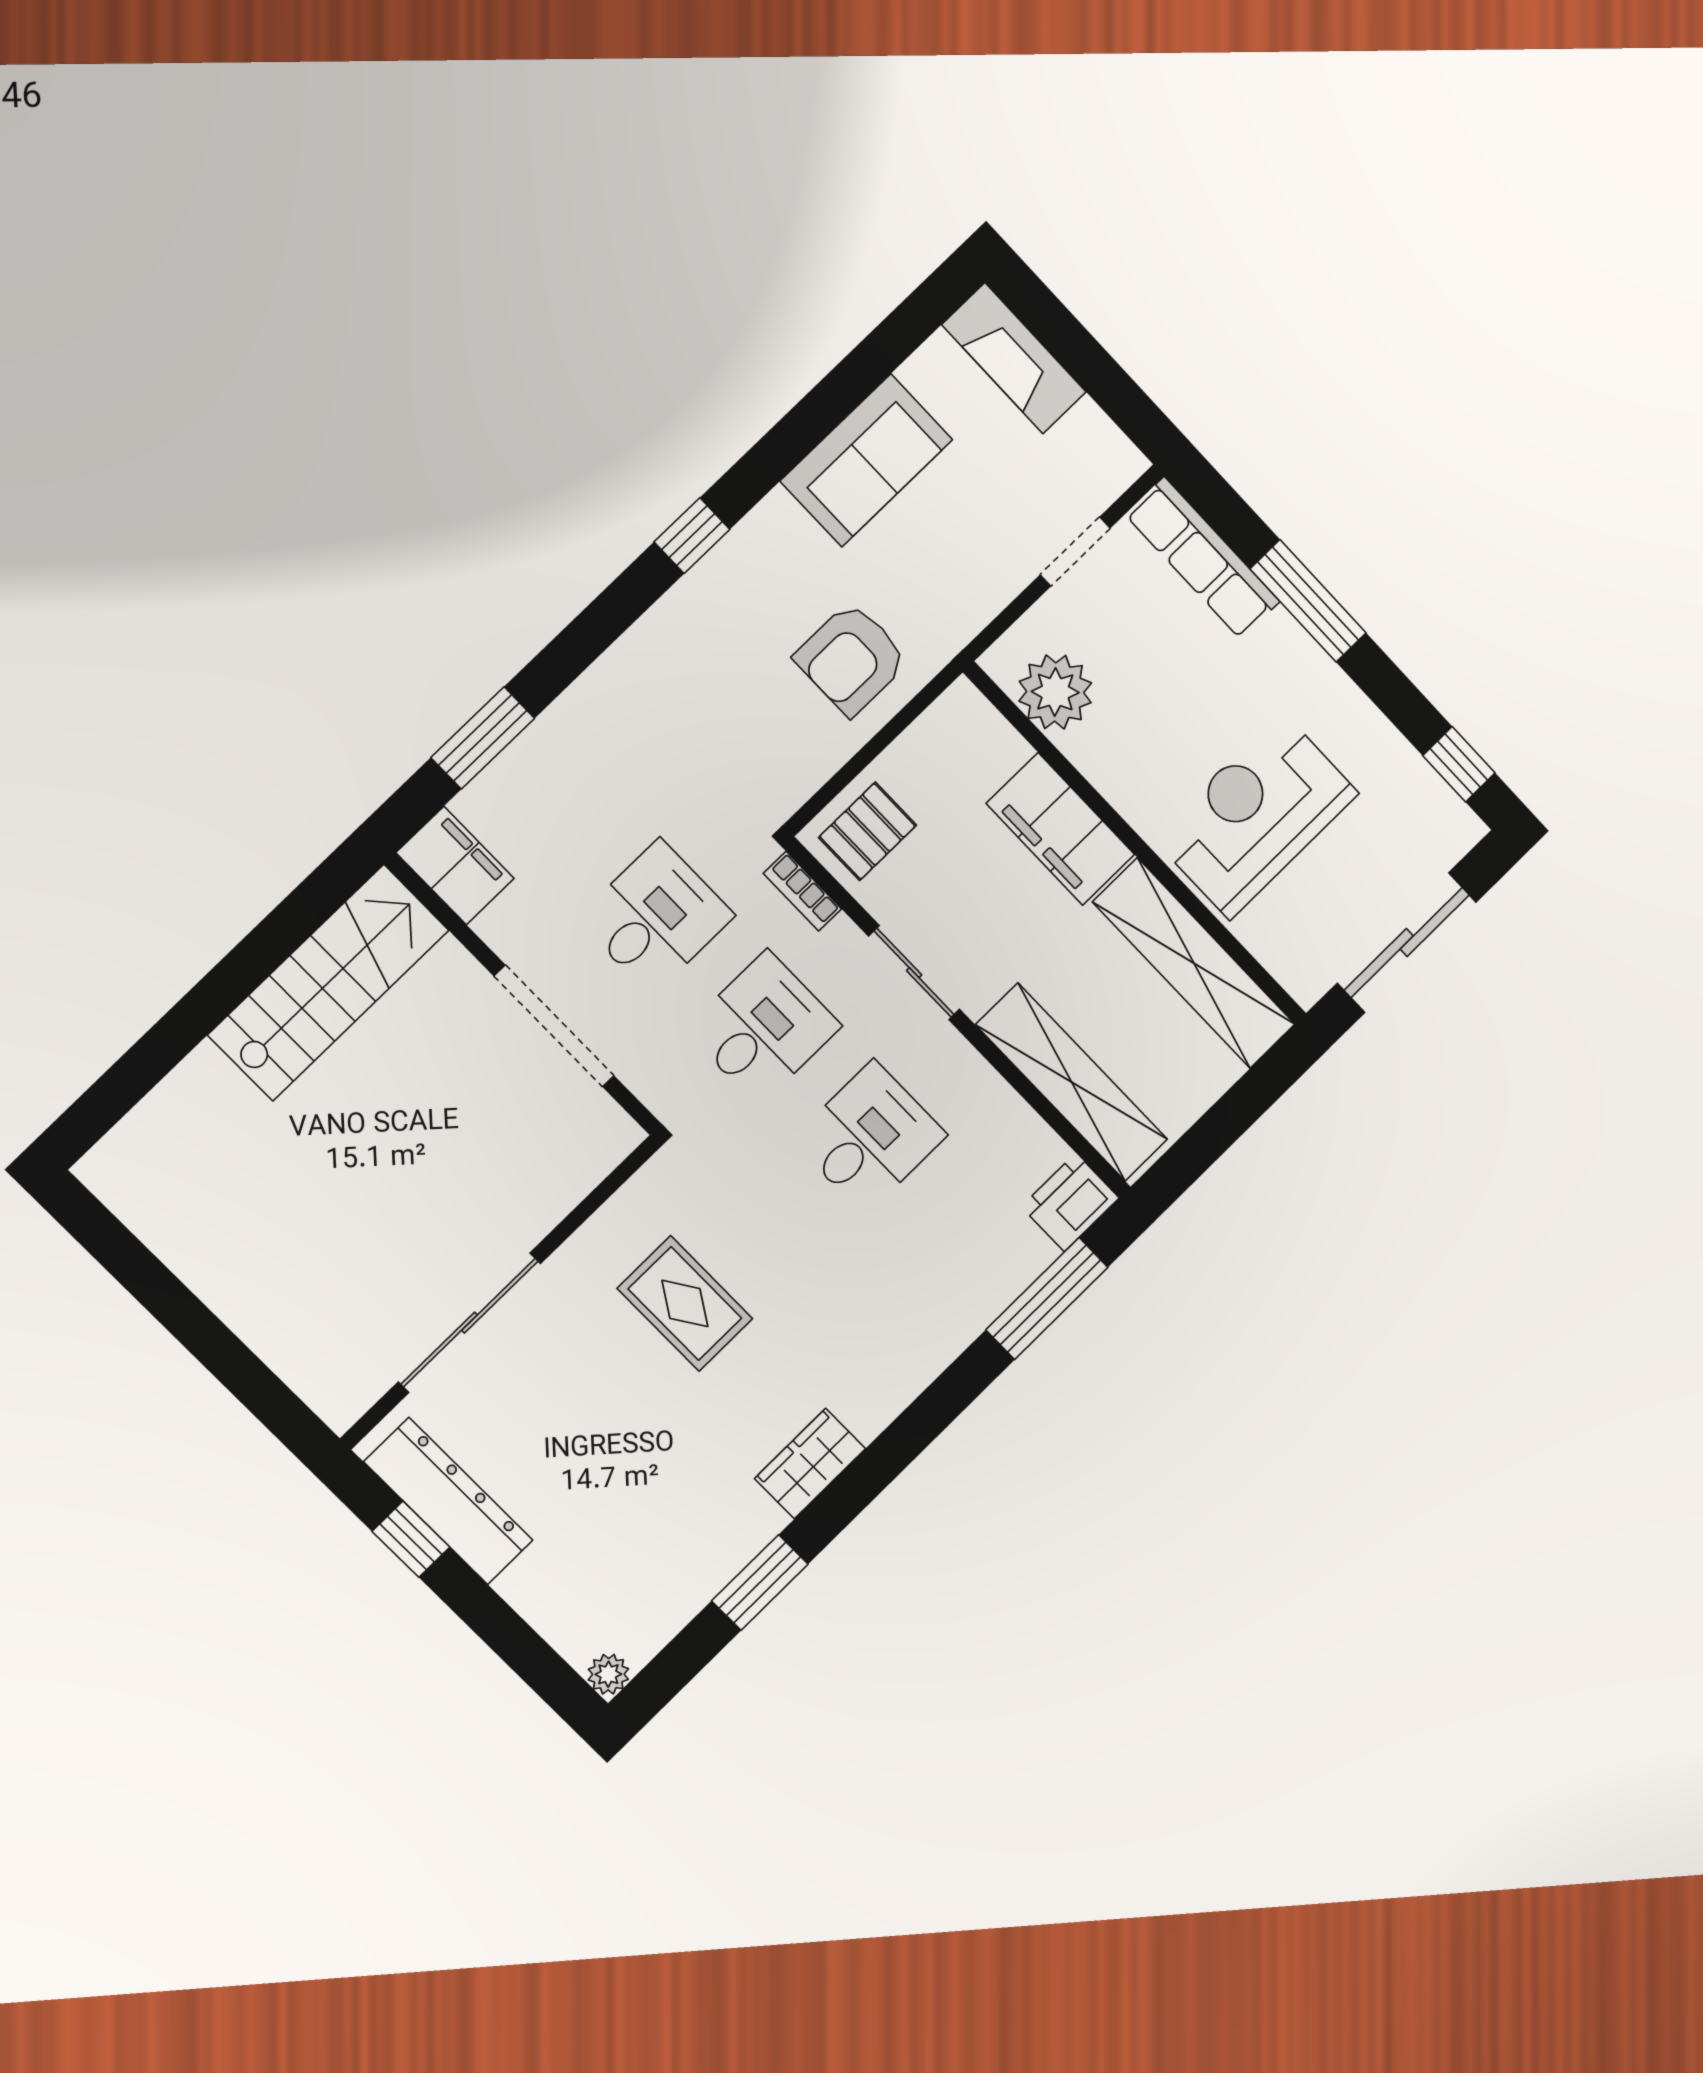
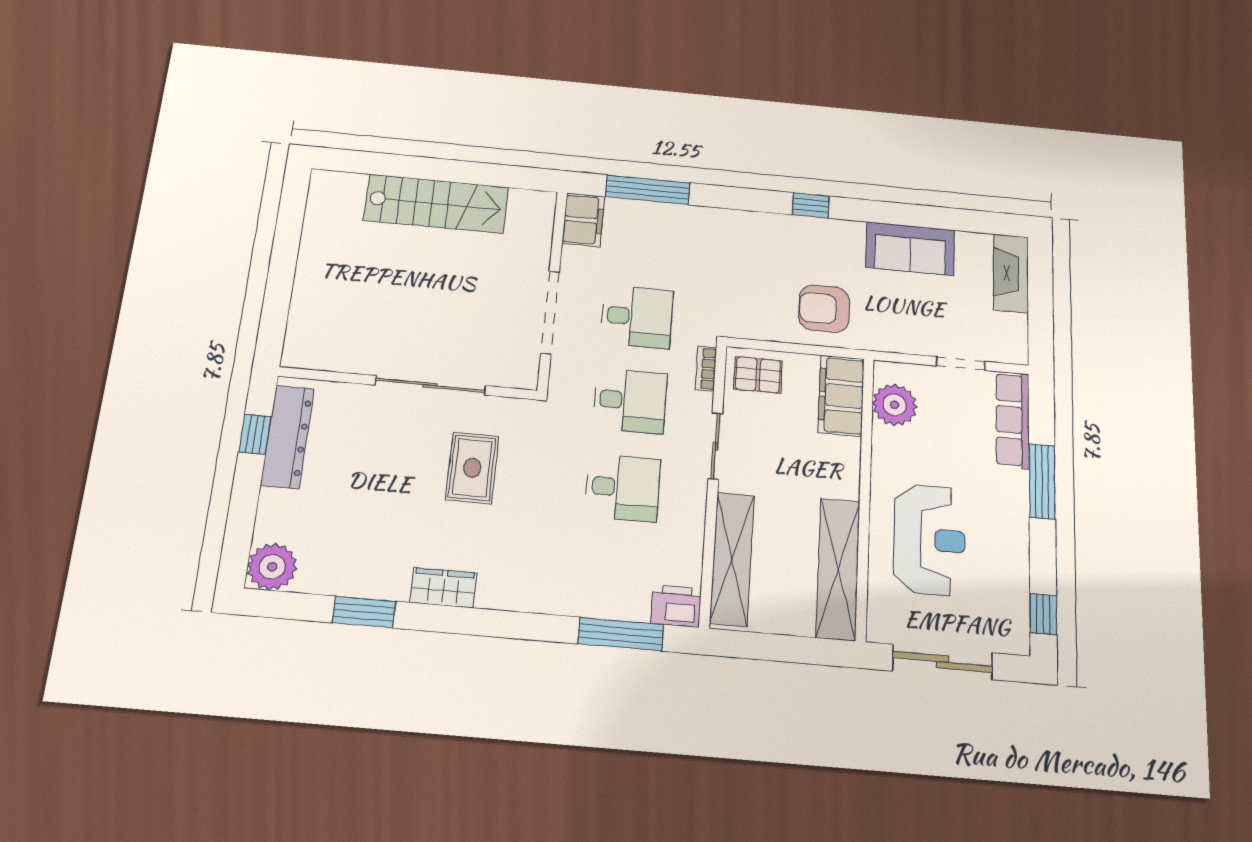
window: (483, 738) -> (648, 190), width x1.44
reception desk: (1256, 815) -> (929, 540), turned 90
filing cabinet: (1060, 829) -> (841, 396), moved
stairs: (328, 983) -> (436, 204), moved
sliding door: (470, 1323) -> (430, 385), moved
plant: (608, 1674) -> (272, 567), width x1.88, depth x1.88

